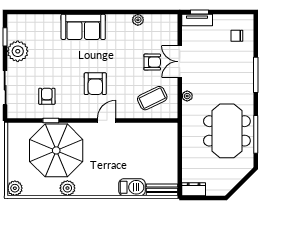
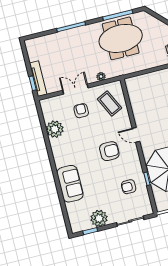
plant: (138, 20) -> (55, 129), width x1.87, depth x1.87
tv unit: (197, 20) -> (38, 79), width x1.41
sofa: (83, 27) -> (70, 184), moved
chair: (237, 36) -> (44, 49), removed
double door: (180, 62) -> (75, 89), swing flipped

